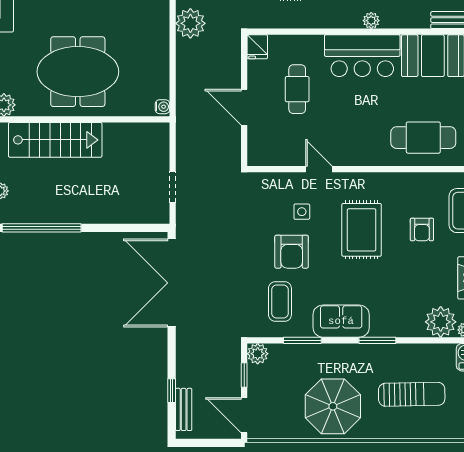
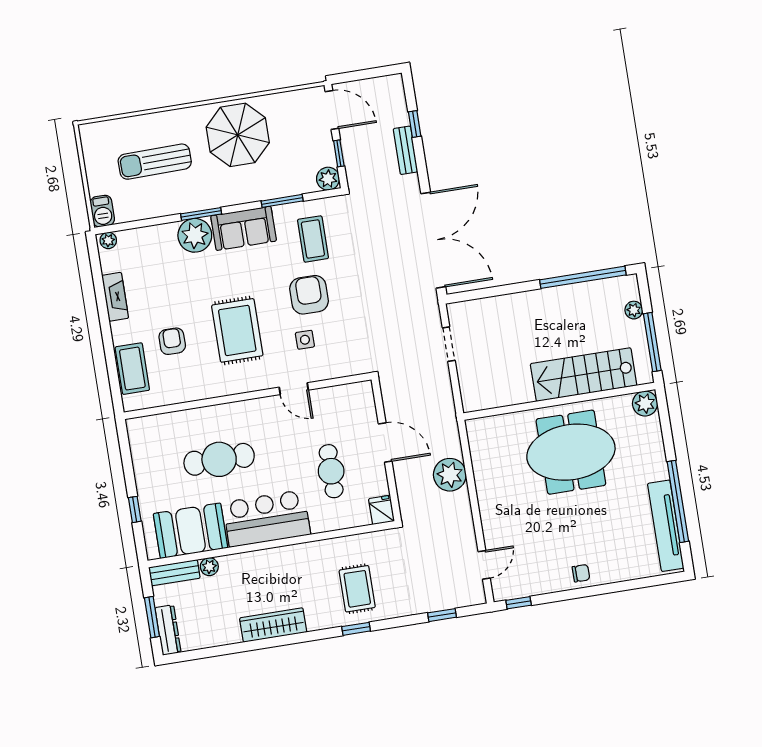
plant: (371, 21) -> (209, 567), moved
plant: (190, 23) -> (450, 475), moved
water cooler: (162, 107) -> (473, 429), removed
cafe table: (423, 138) -> (219, 459), moved
plant: (441, 322) -> (195, 235), moved
bench: (184, 409) -> (405, 150), moved

